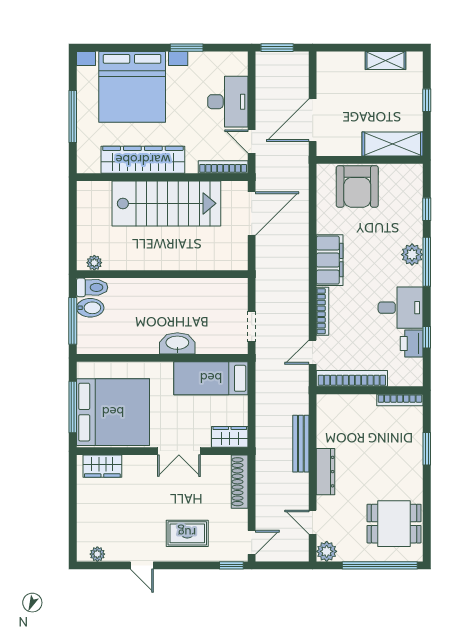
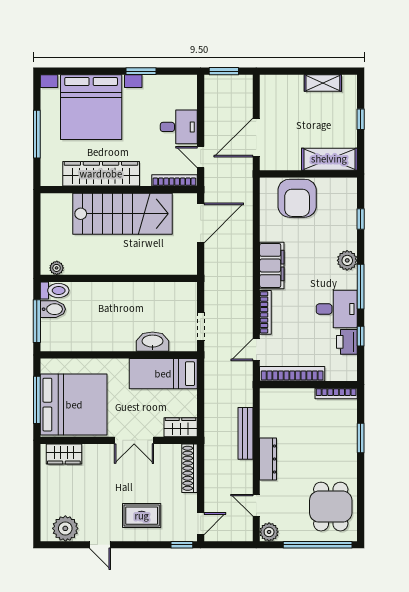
desk: (228, 102) -> (179, 127), width x0.73
window: (427, 262) -> (361, 287), moved
washbasin: (177, 343) -> (152, 342), moved
dining table: (394, 524) -> (331, 507), turned 90
plant: (97, 554) -> (65, 528), width x1.88, depth x1.88

